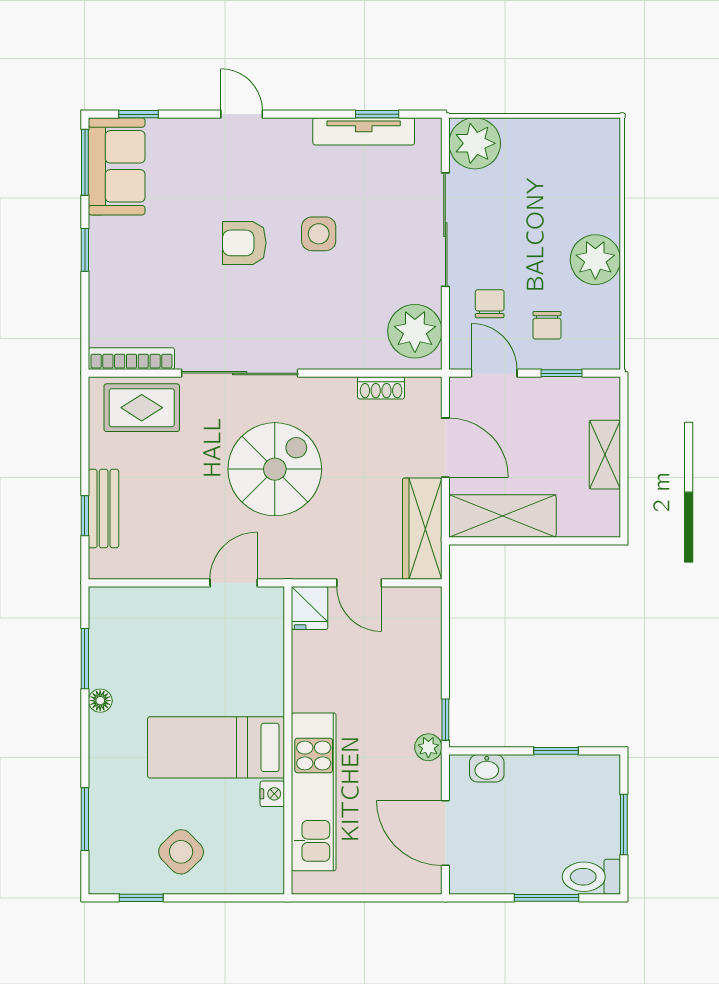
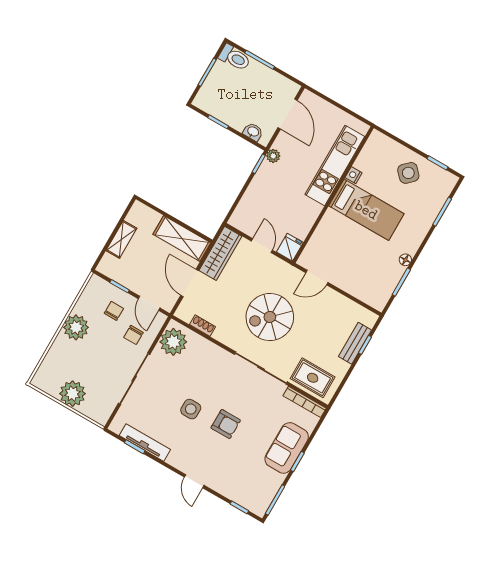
plant: (475, 143) -> (73, 394), moved
sofa: (117, 166) -> (287, 448), moved

